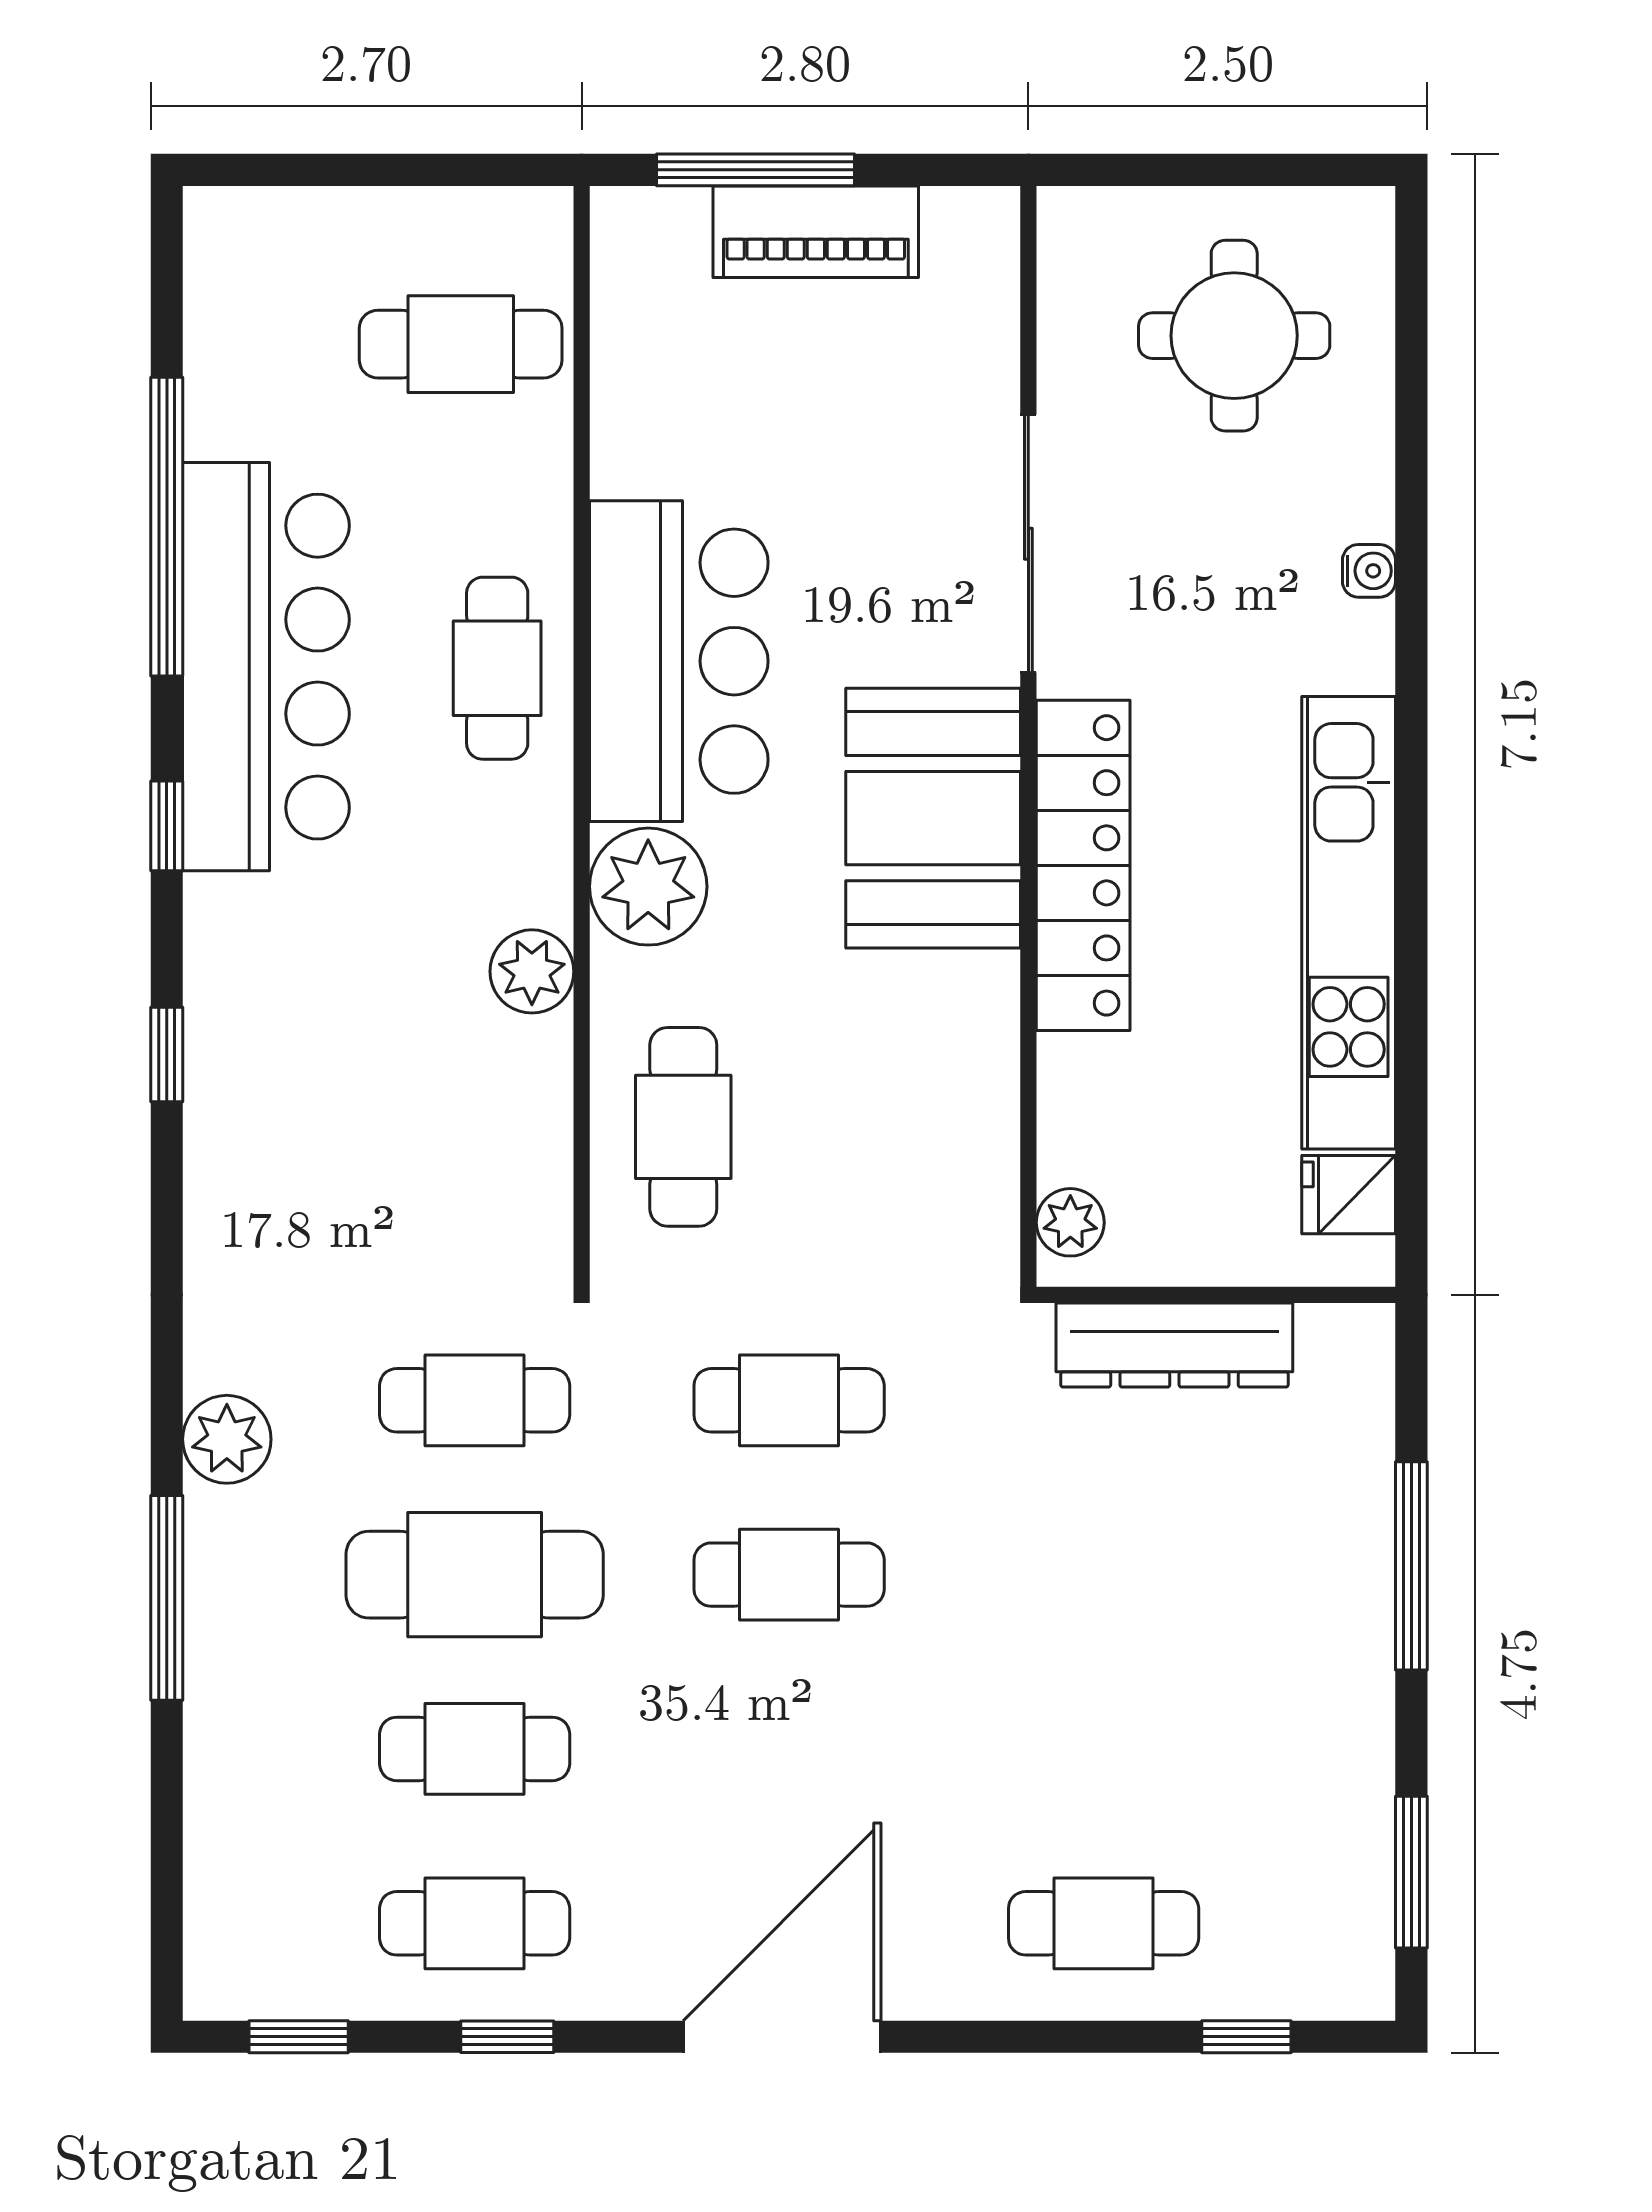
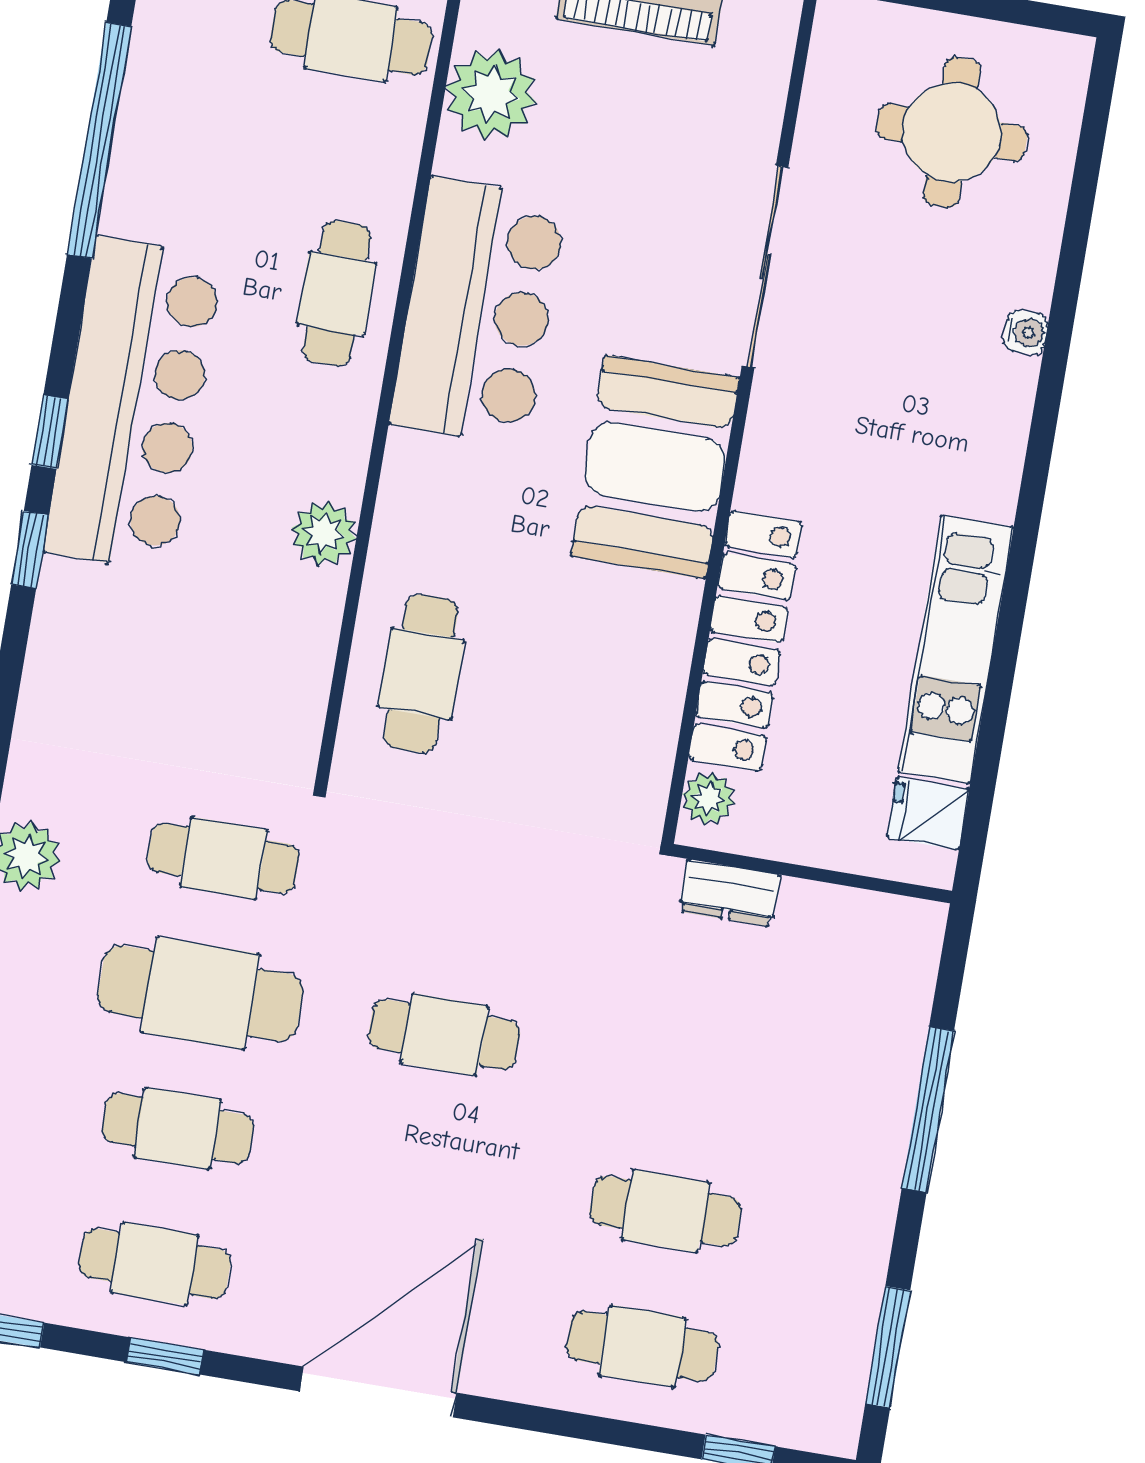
bar counter: (266, 667) -> (134, 405), moved
window: (167, 826) -> (50, 432), moved
locker: (1083, 865) -> (745, 641), moved
plant: (648, 887) -> (491, 94), moved
kitchen unit: (1349, 923) -> (956, 649), width x0.73
dresser: (1174, 1345) -> (729, 893), width x0.51, depth x0.80
cafe table: (789, 1400) -> (665, 1211), moved

